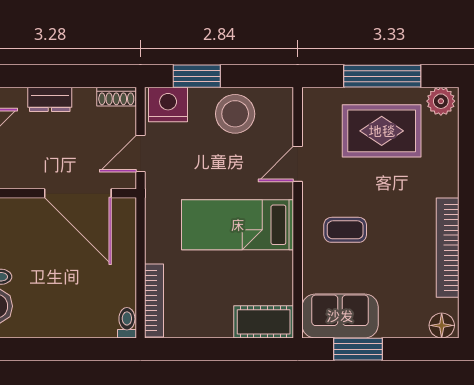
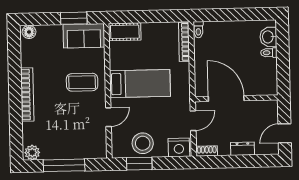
window: (197, 76) -> (139, 164), moved
rug: (382, 131) -> (64, 136), removed
coffee table: (345, 230) -> (82, 82), width x1.36, depth x1.30
bookcase: (448, 248) -> (27, 95), moved

